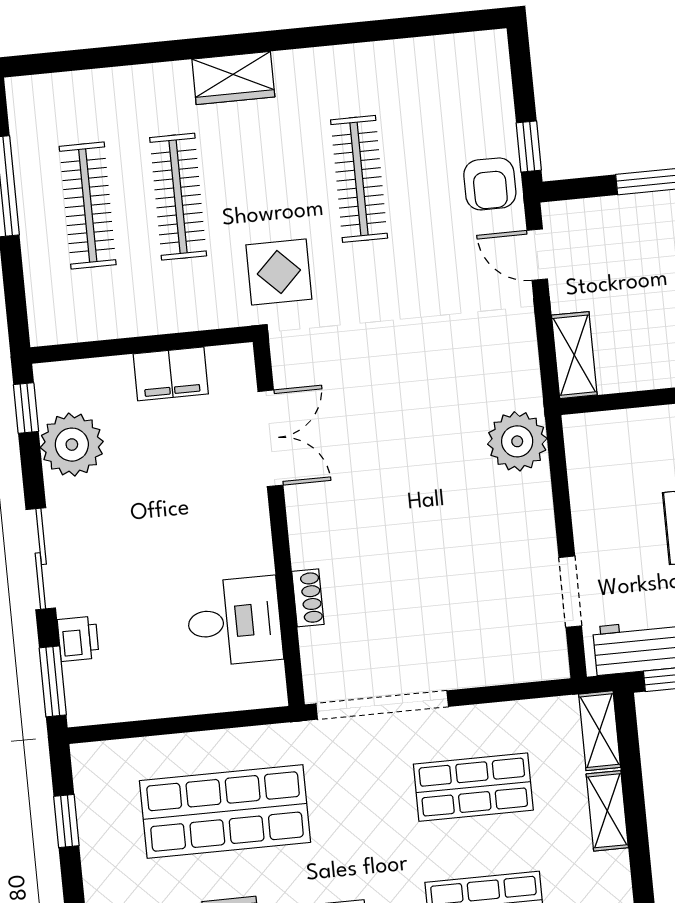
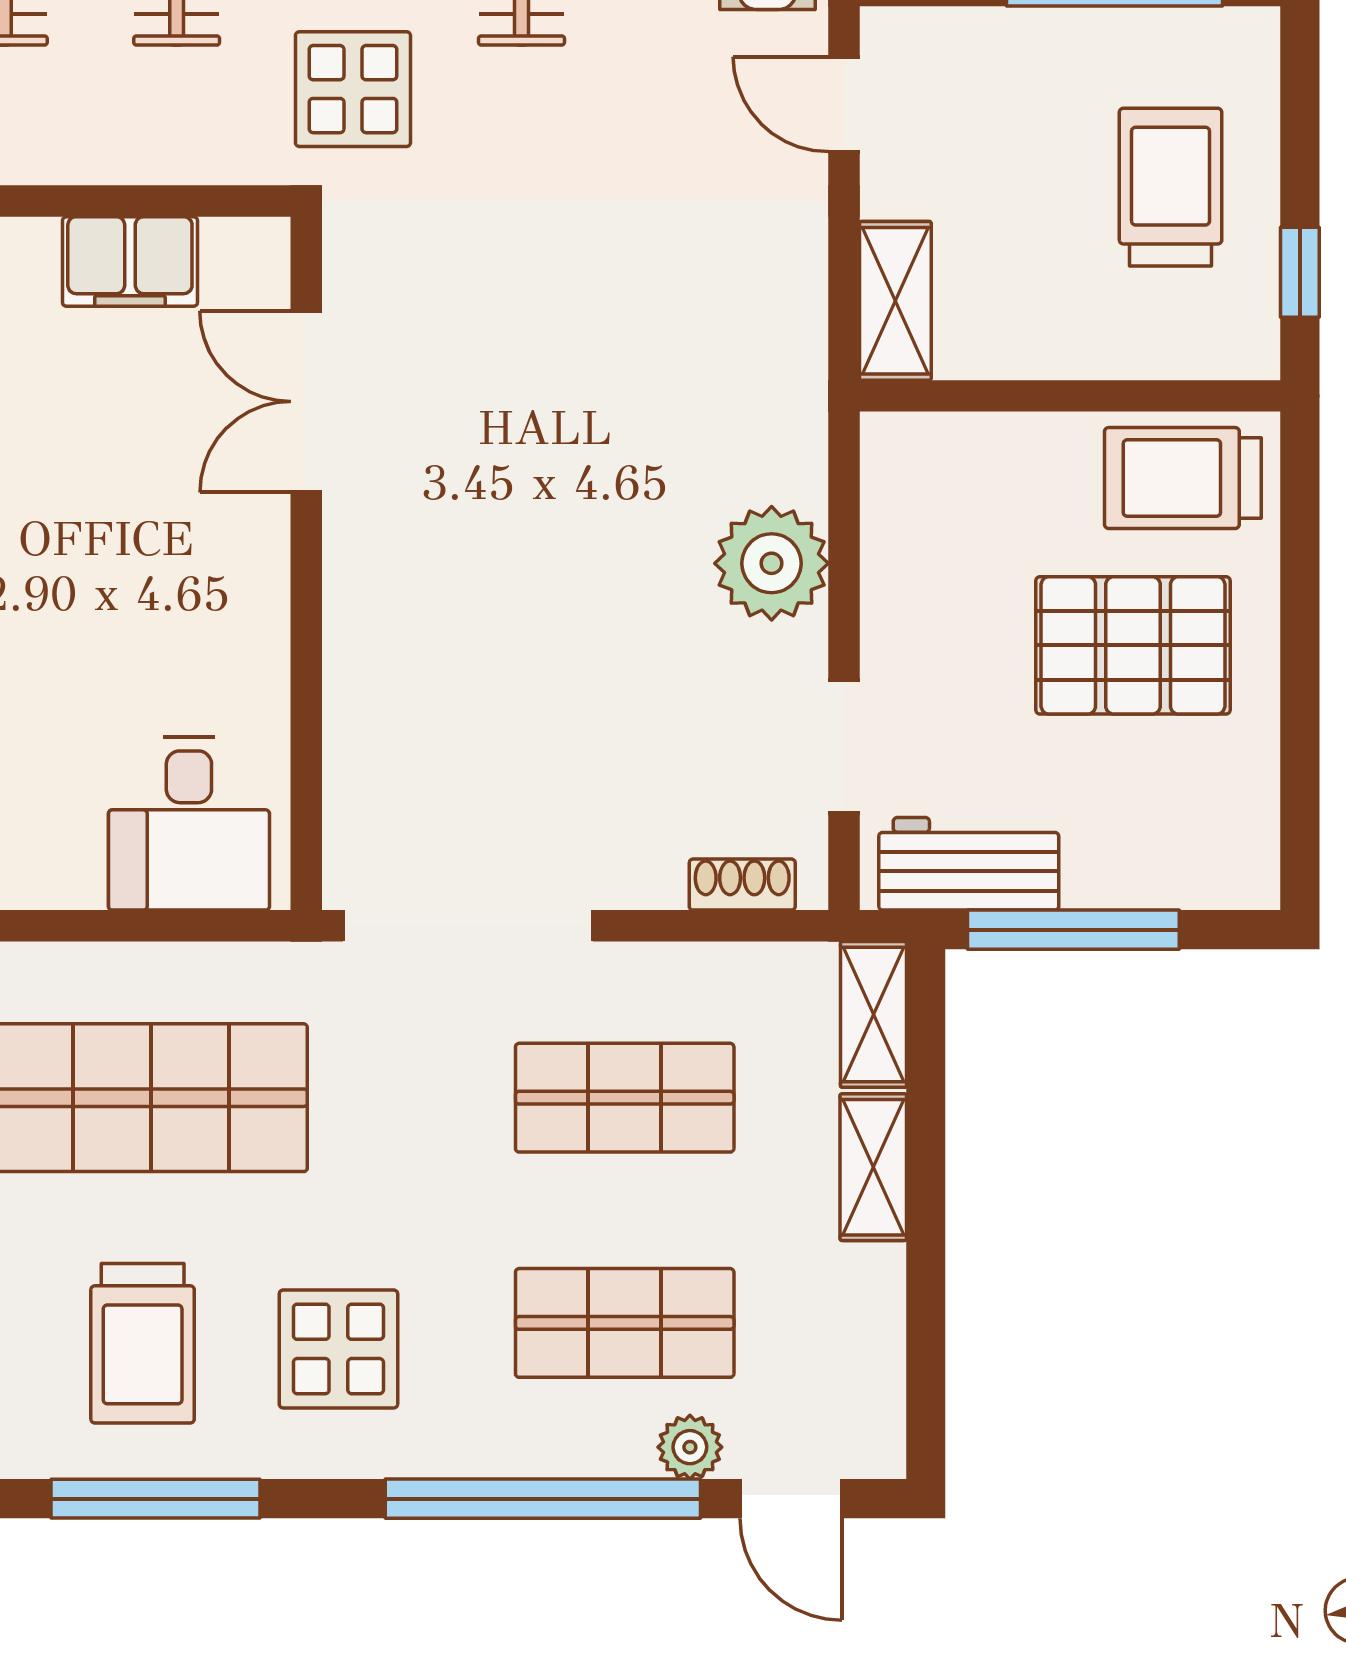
double door: (270, 438) -> (306, 402), swing flipped
plant: (517, 441) -> (772, 563), moved
shoe rack: (308, 598) -> (742, 885), moved, turned -90
desk: (234, 621) -> (189, 824), moved, turned 90

